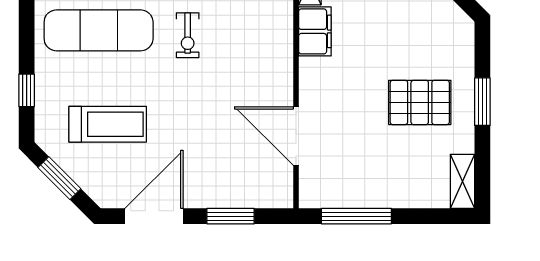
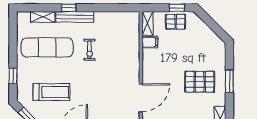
filing cabinet: (315, 31) -> (150, 42), width x0.50
door: (296, 136) -> (141, 98), swing flipped

